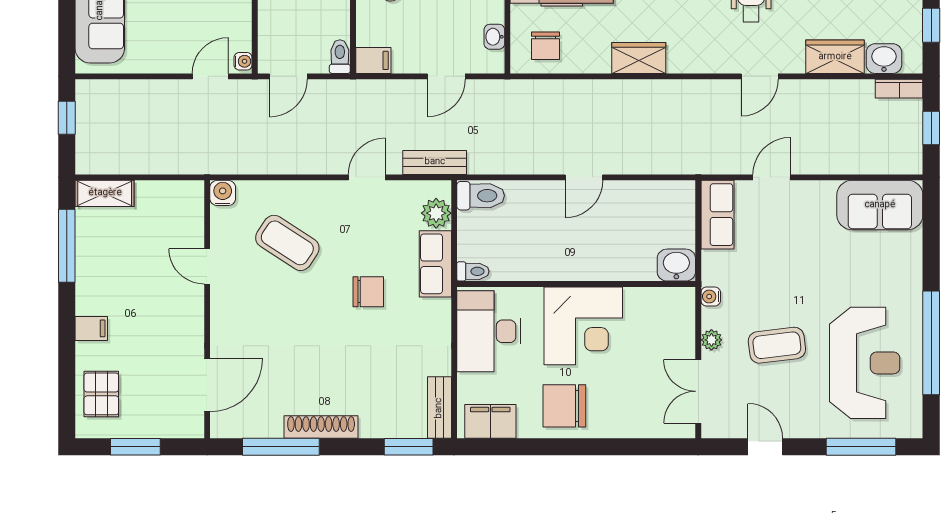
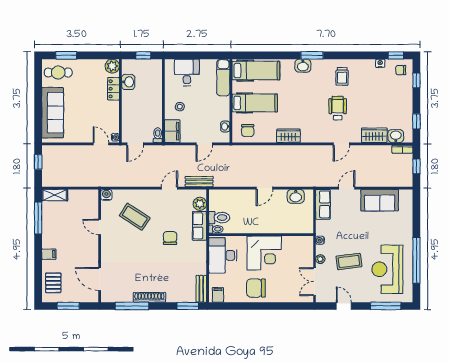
filing cabinet: (373, 60) -> (172, 131), width x2.00
door: (210, 76) -> (101, 144), hinge flipped
toilet: (481, 196) -> (219, 218), moved
sofa: (880, 205) -> (380, 200), moved
washbasin: (676, 265) -> (296, 196), moved, turned 180
chair: (368, 292) -> (170, 238), turned -90
reception desk: (865, 363) -> (387, 269), turned 180
door: (207, 385) -> (100, 279), swing flipped
filing cabinet: (490, 421) -> (218, 295), width x0.50

